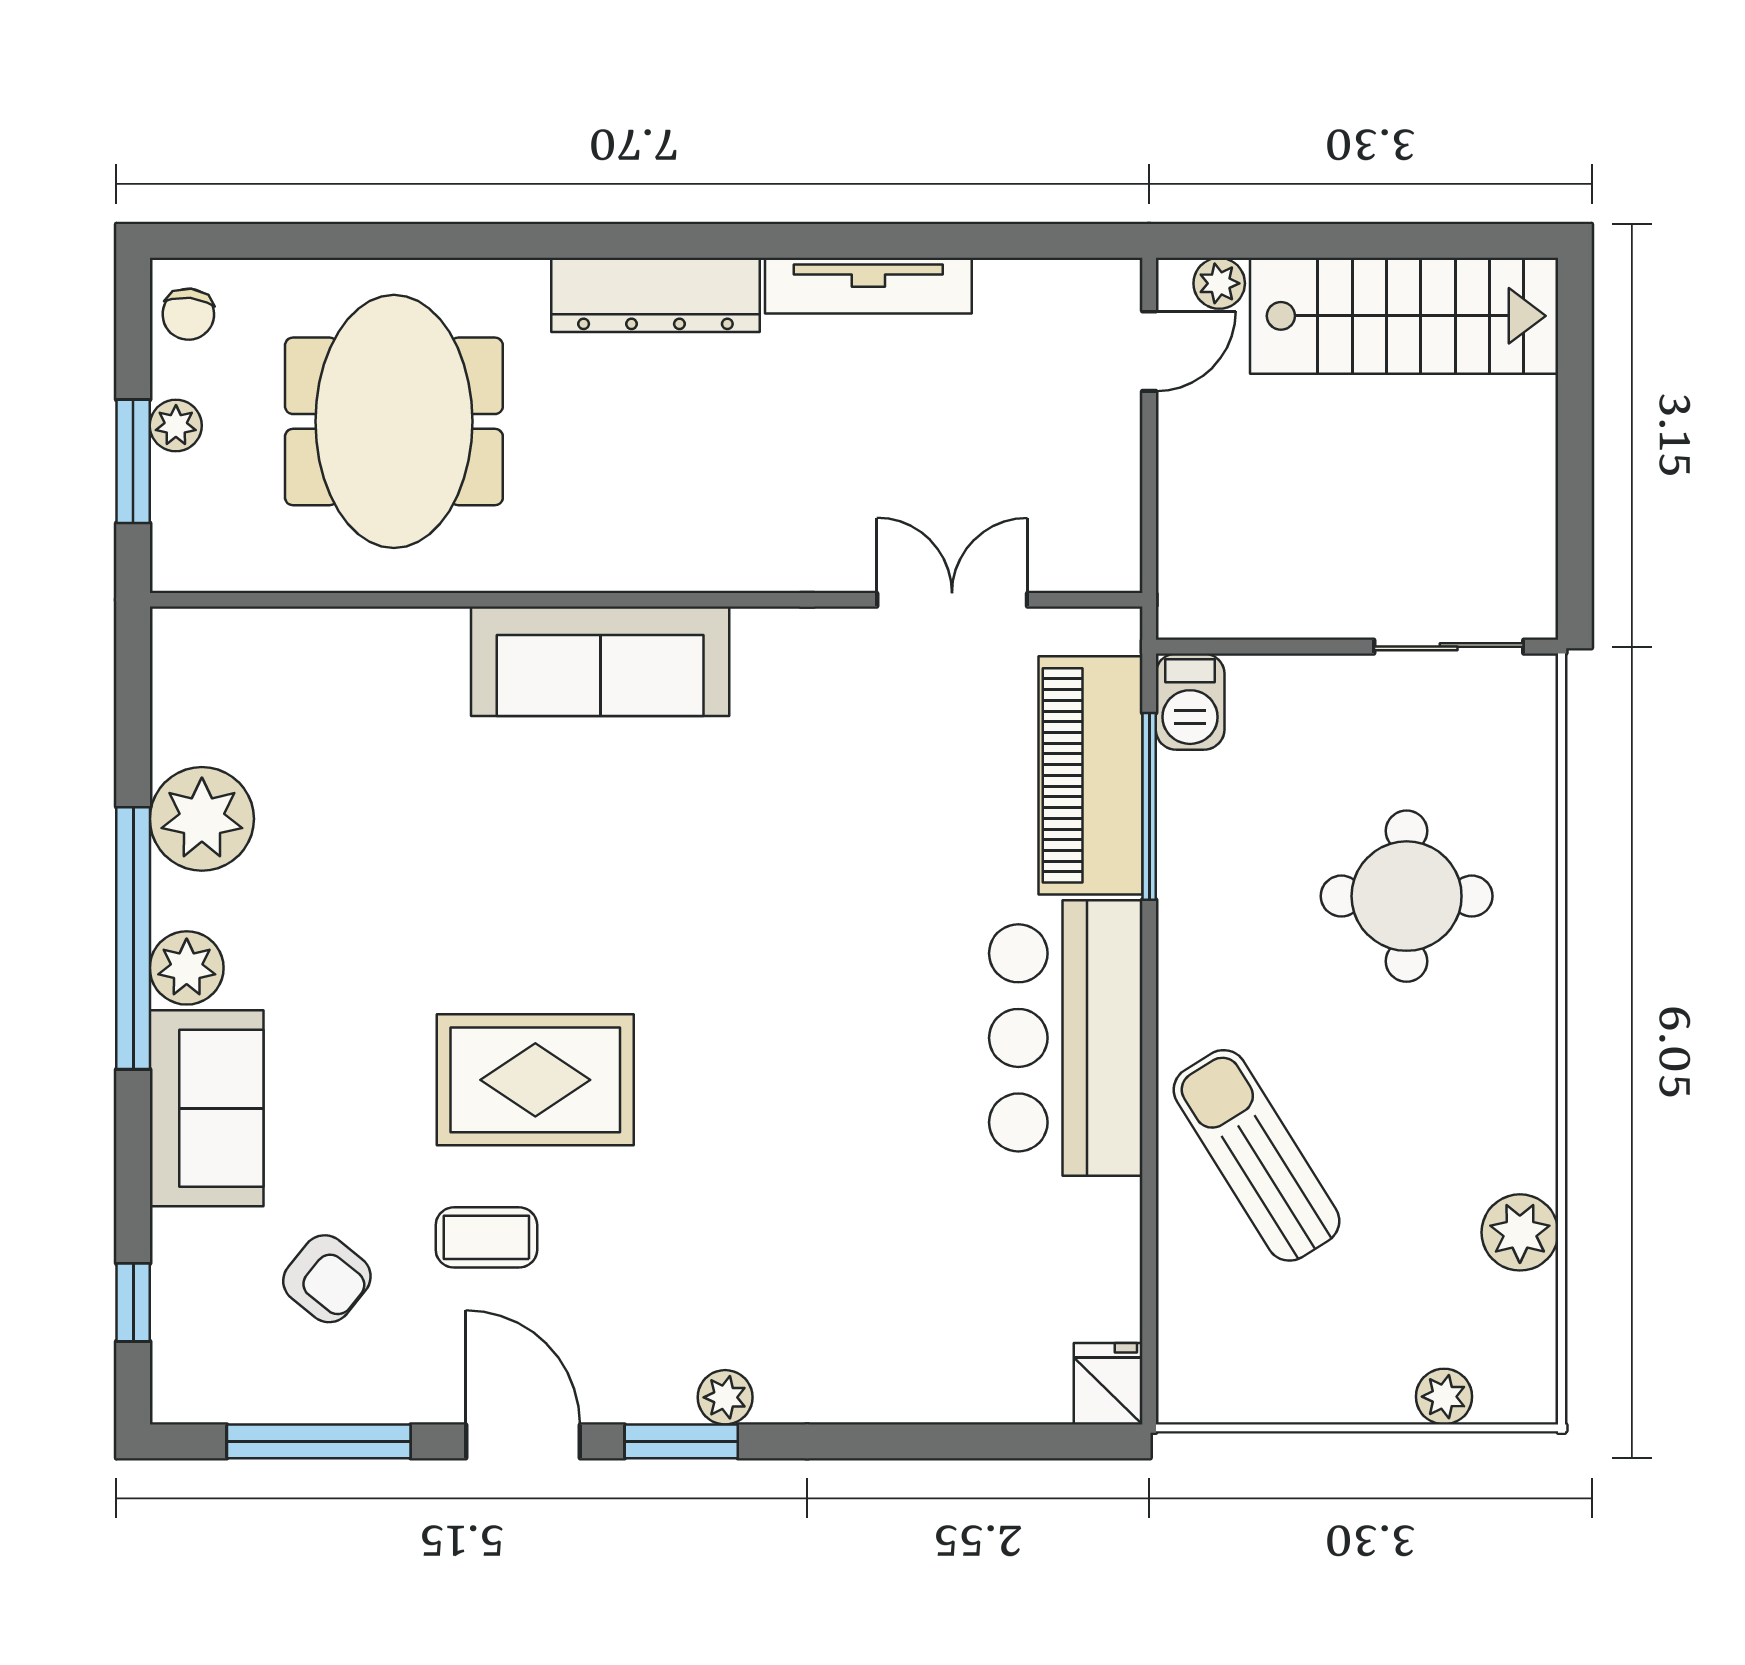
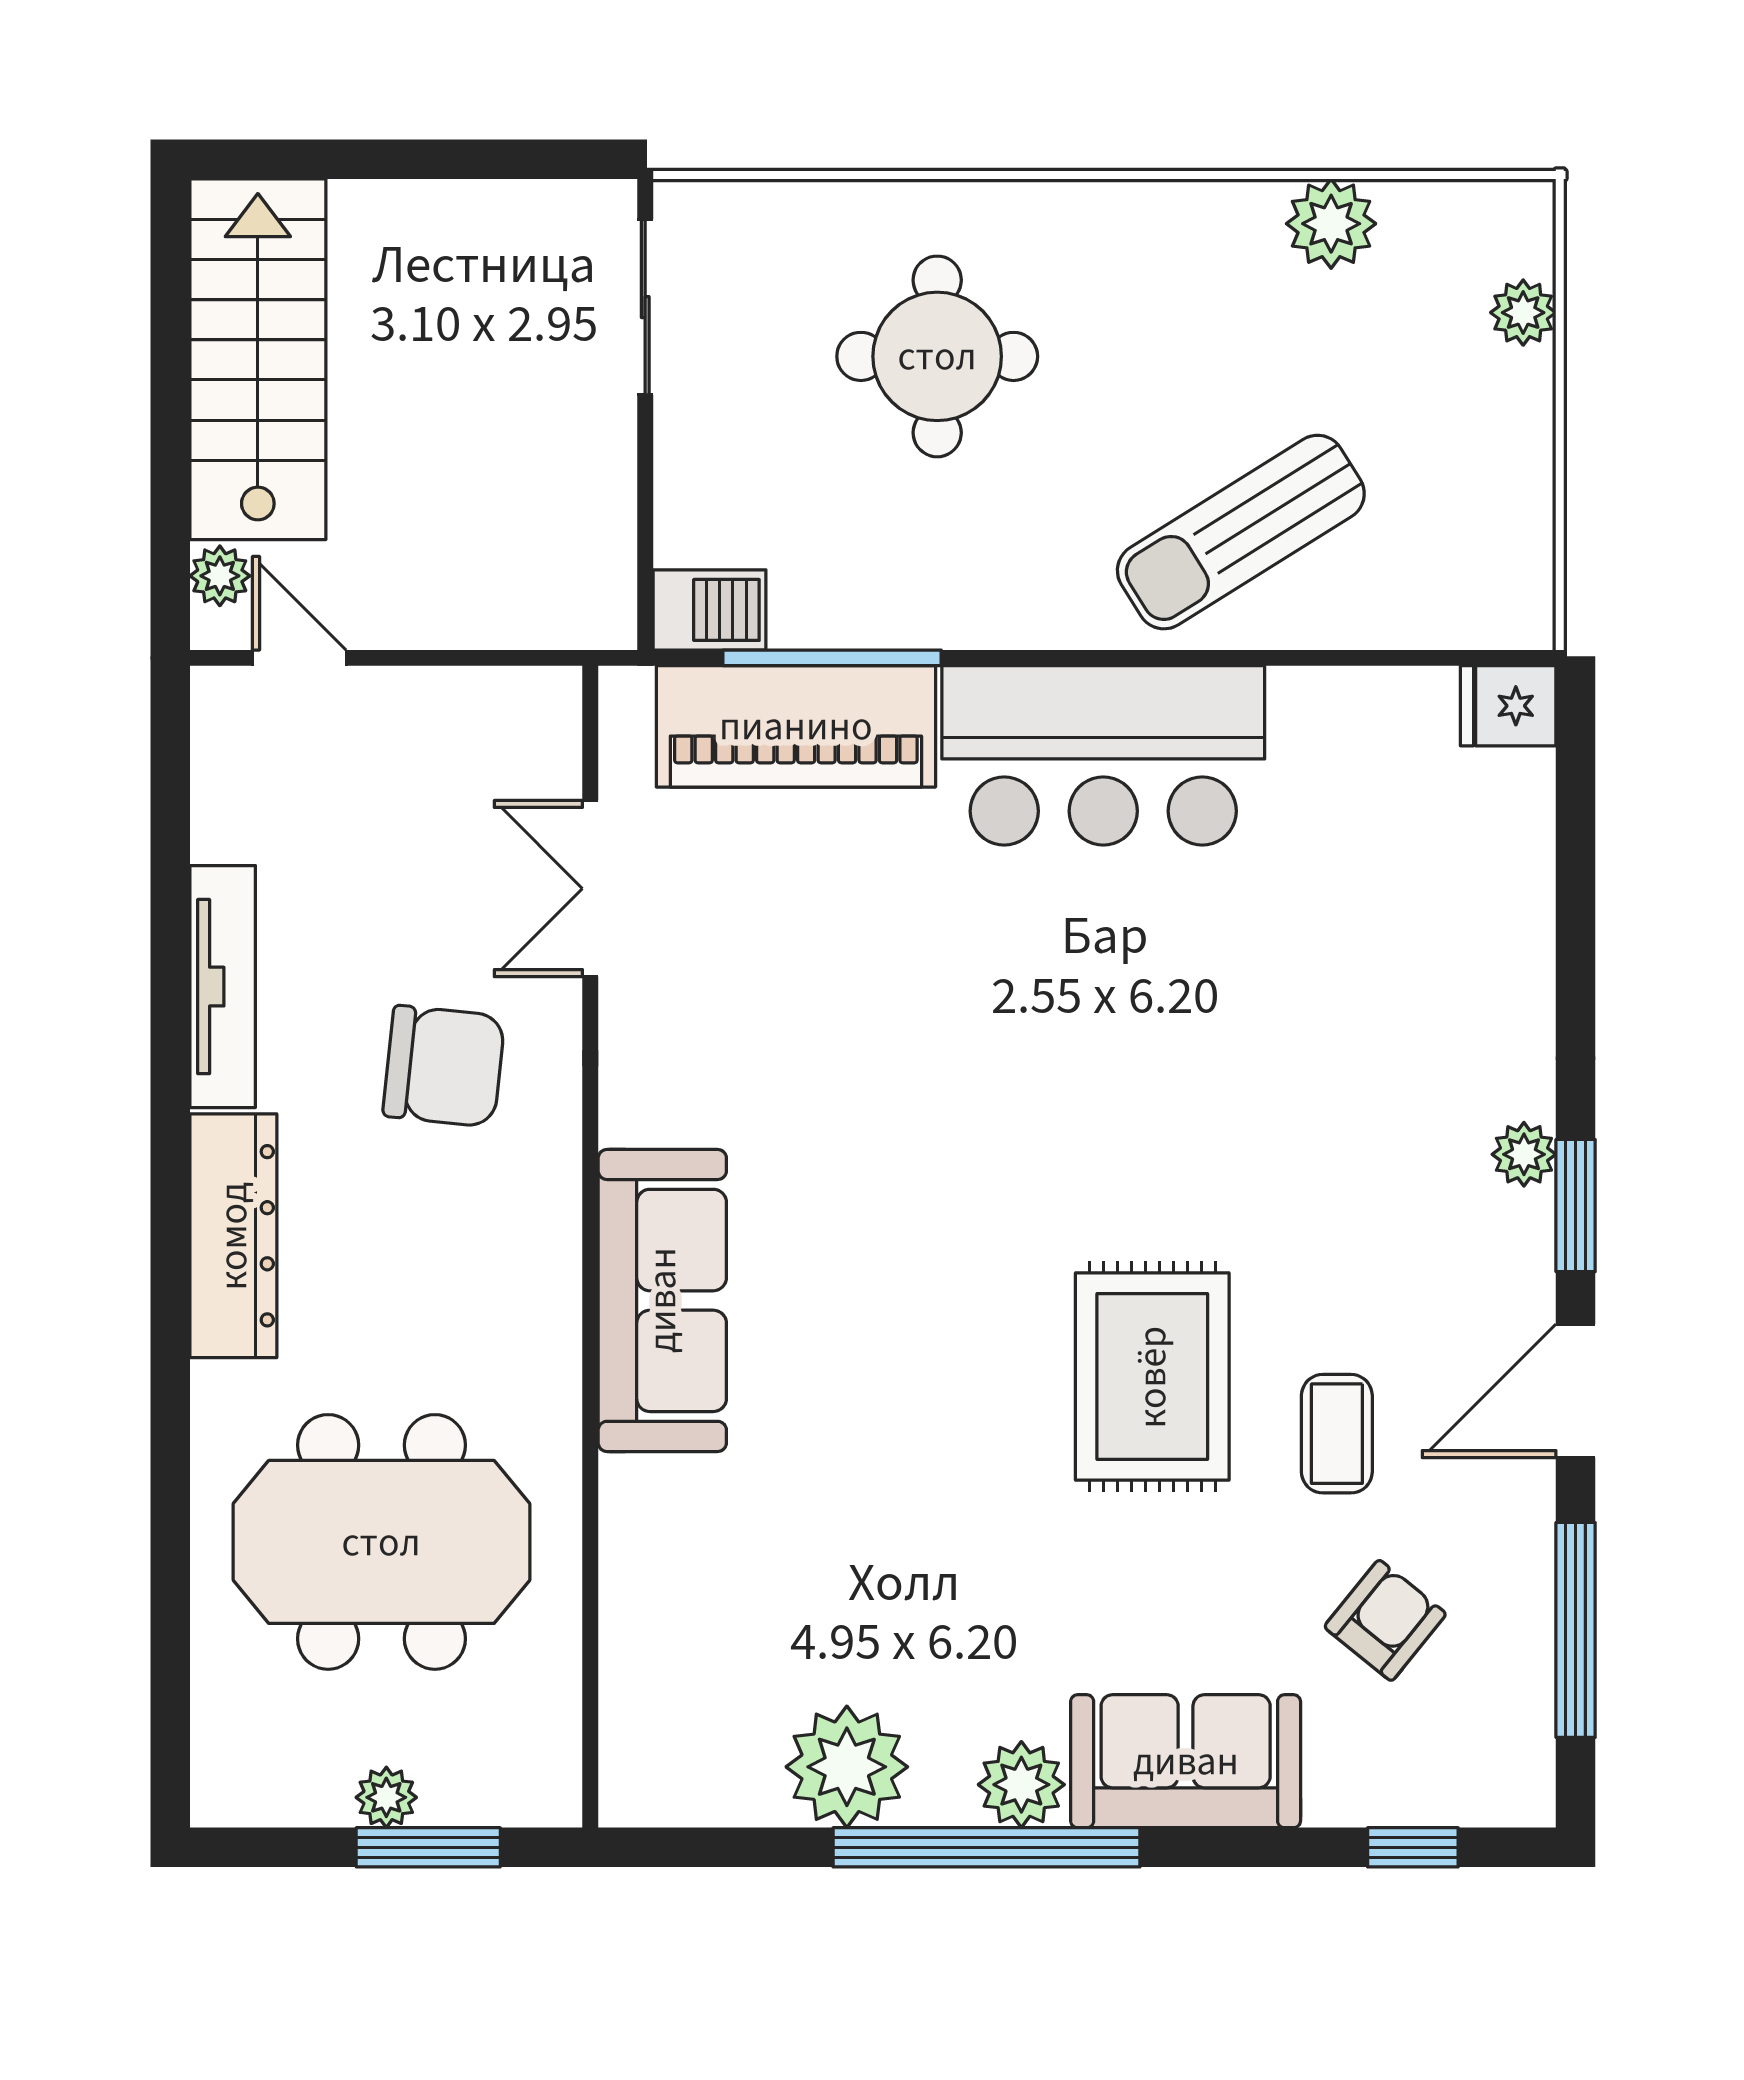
chair: (188, 314) -> (444, 1066), moved, width x1.87, depth x1.87

